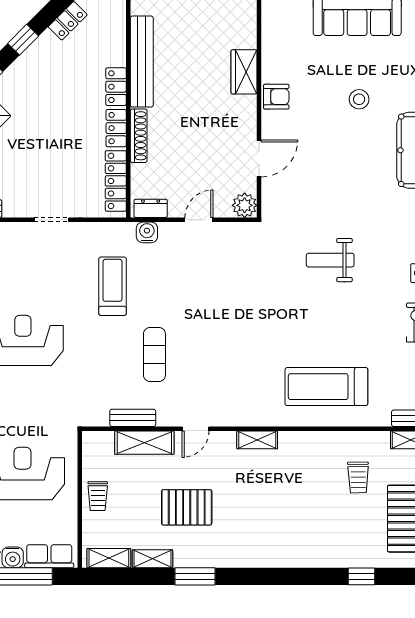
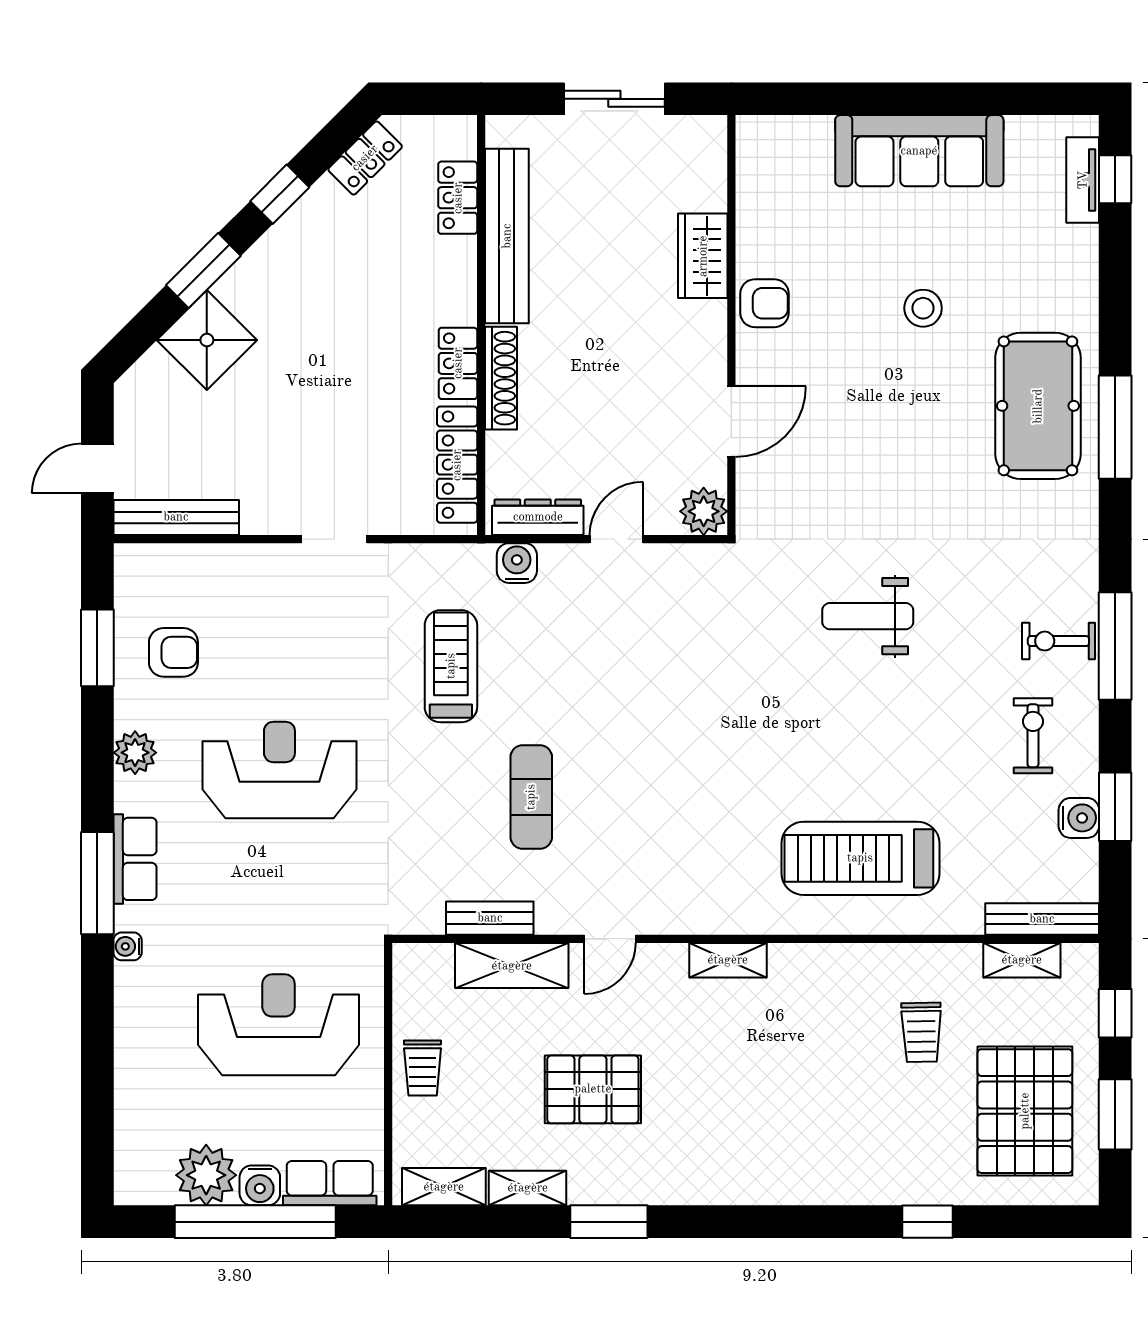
locker: (116, 87) -> (458, 198), moved
dresser: (151, 208) -> (538, 517), width x1.44

